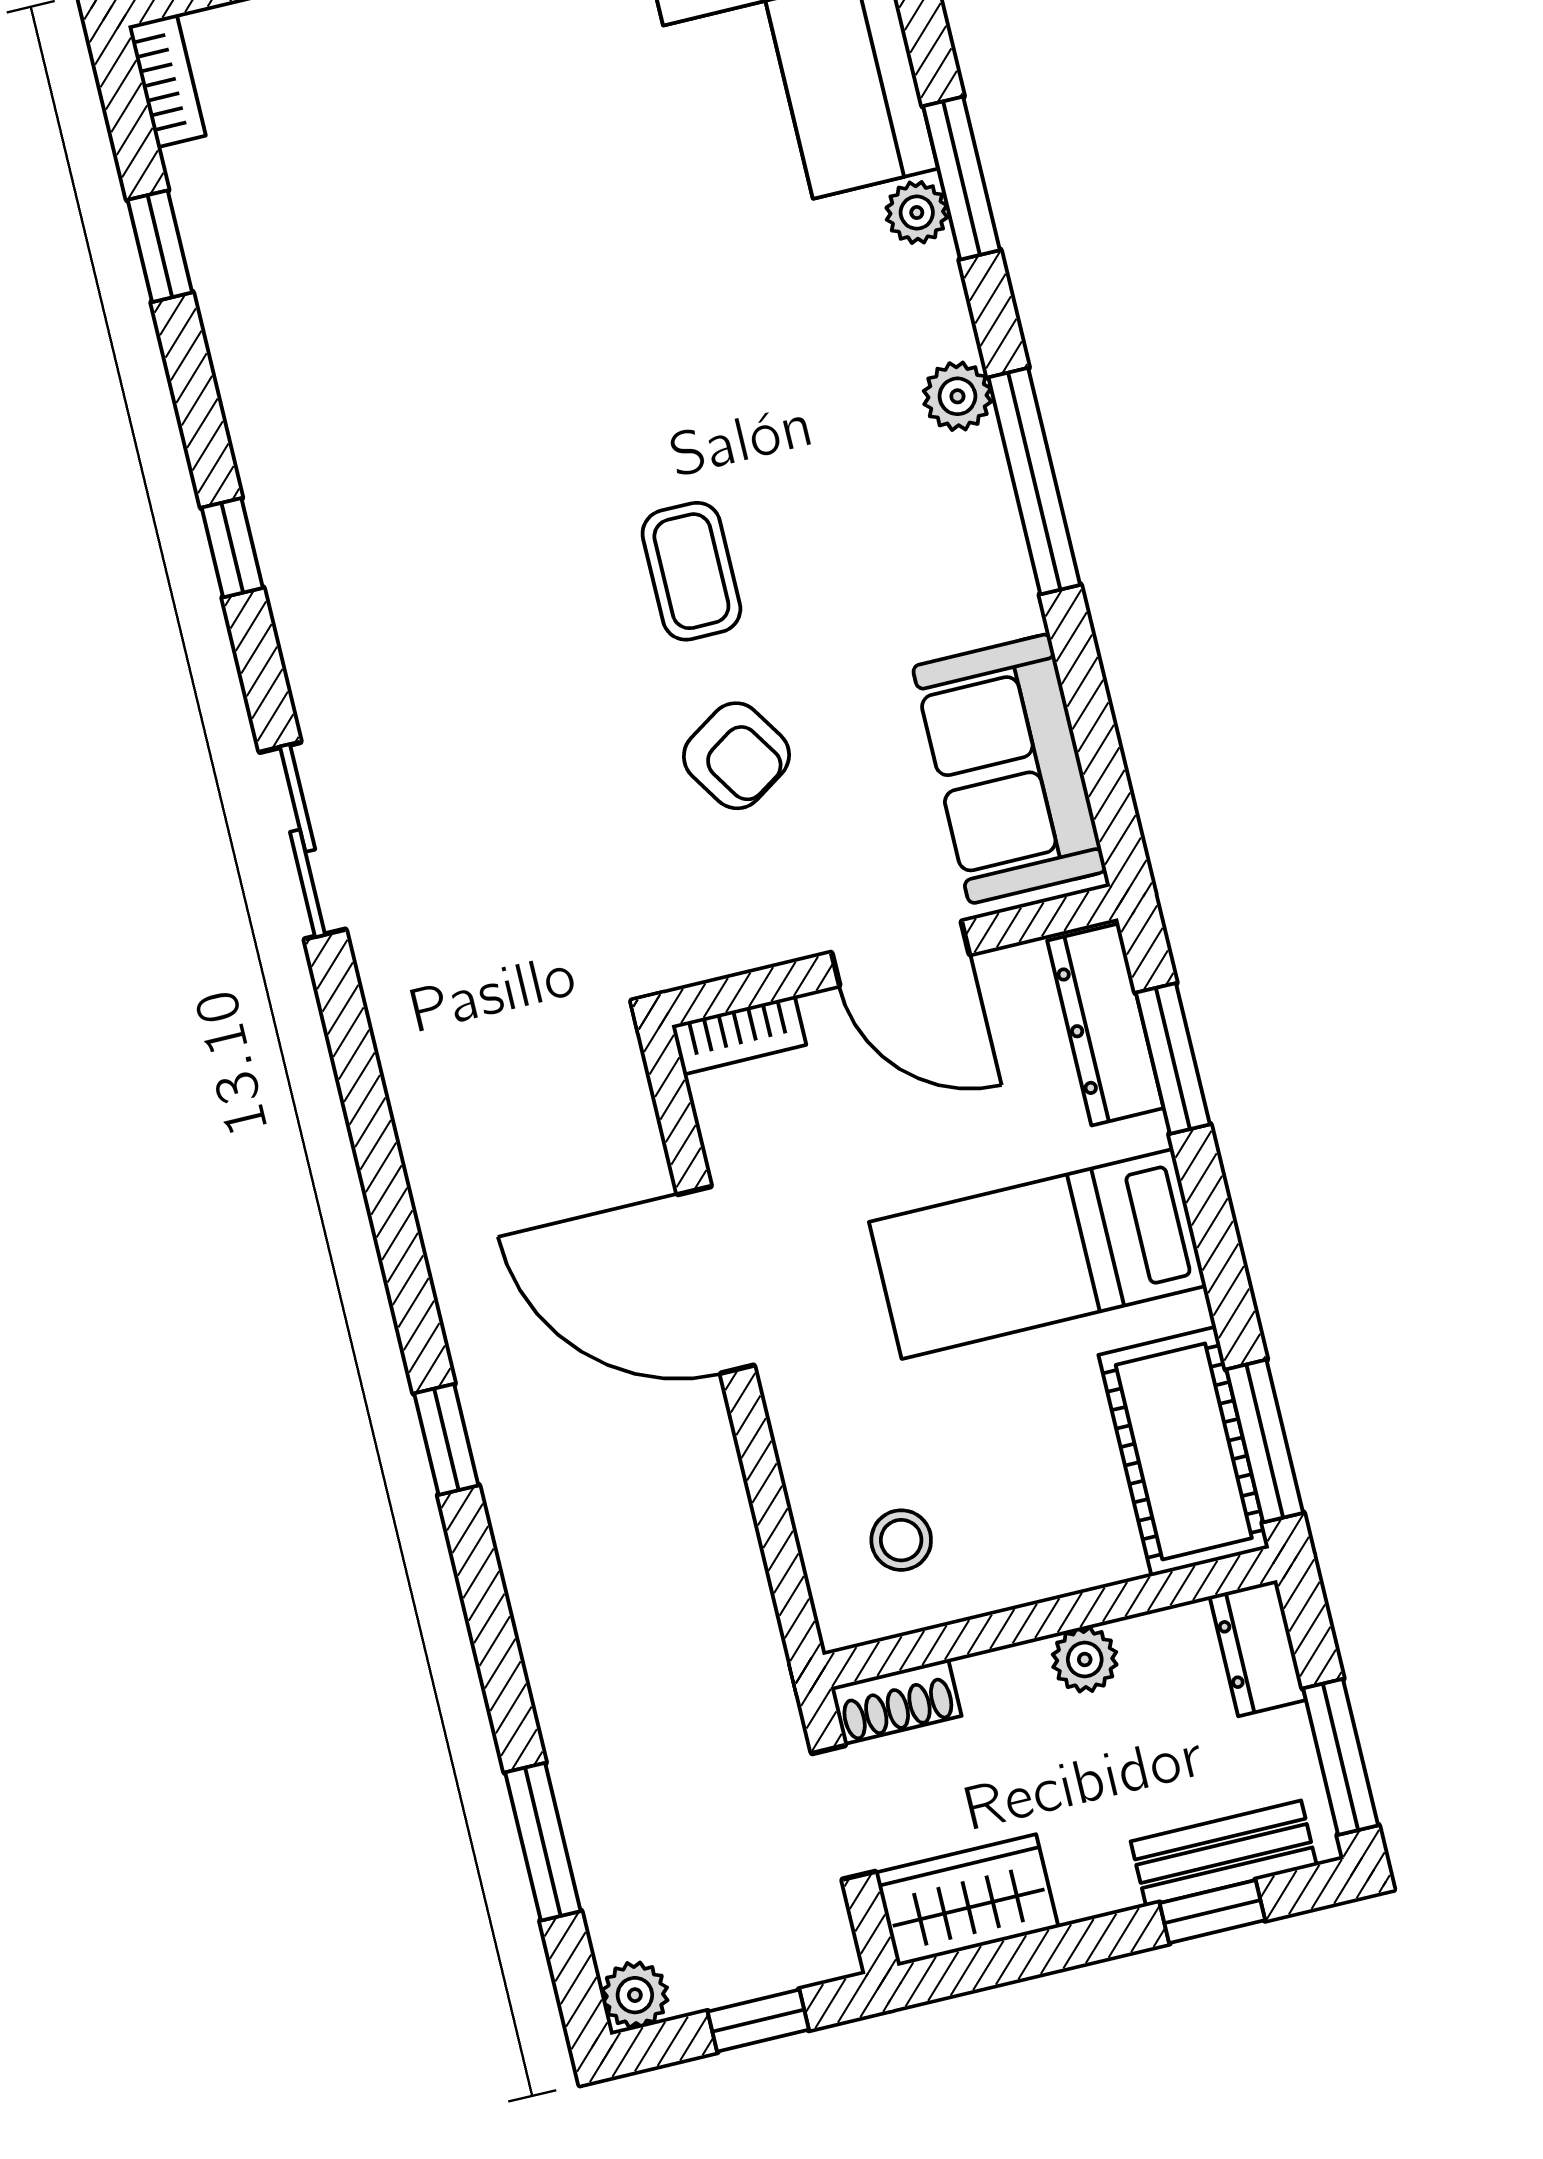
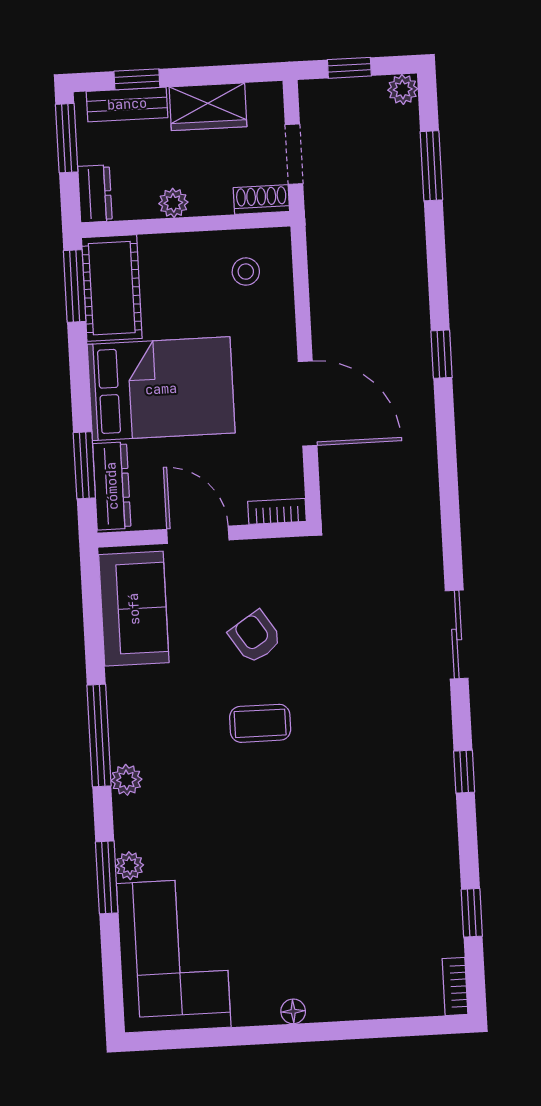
coffee table: (691, 571) -> (260, 723), turned 90
bed: (1038, 1254) -> (161, 389), width x1.50
wardrobe: (967, 1900) -> (208, 107), moved

